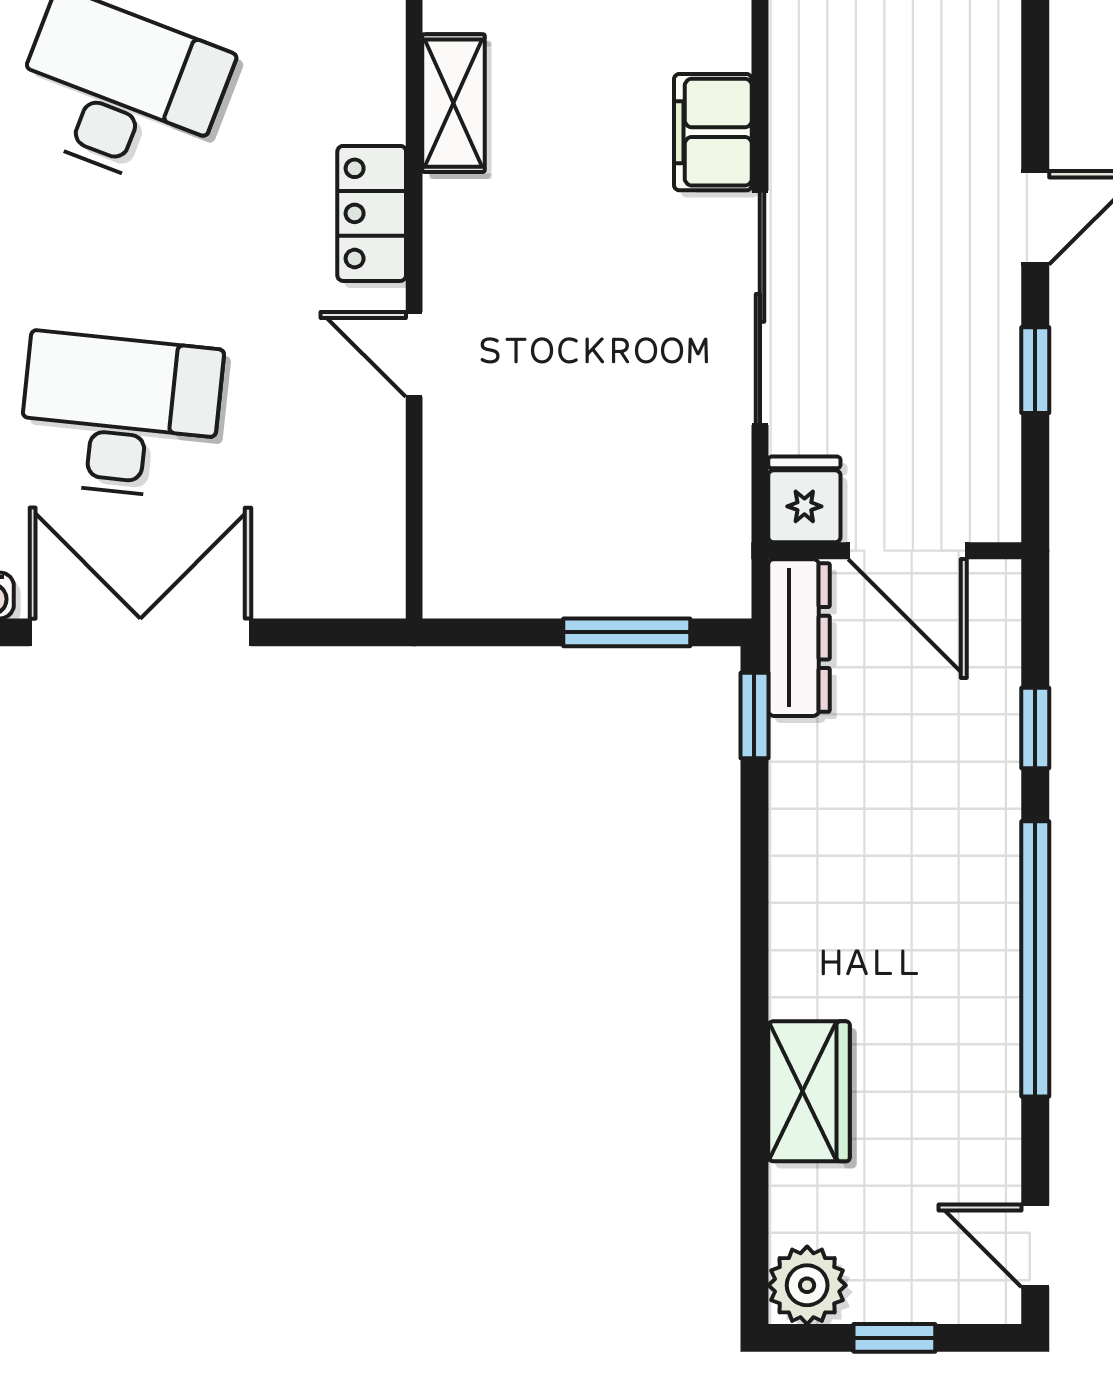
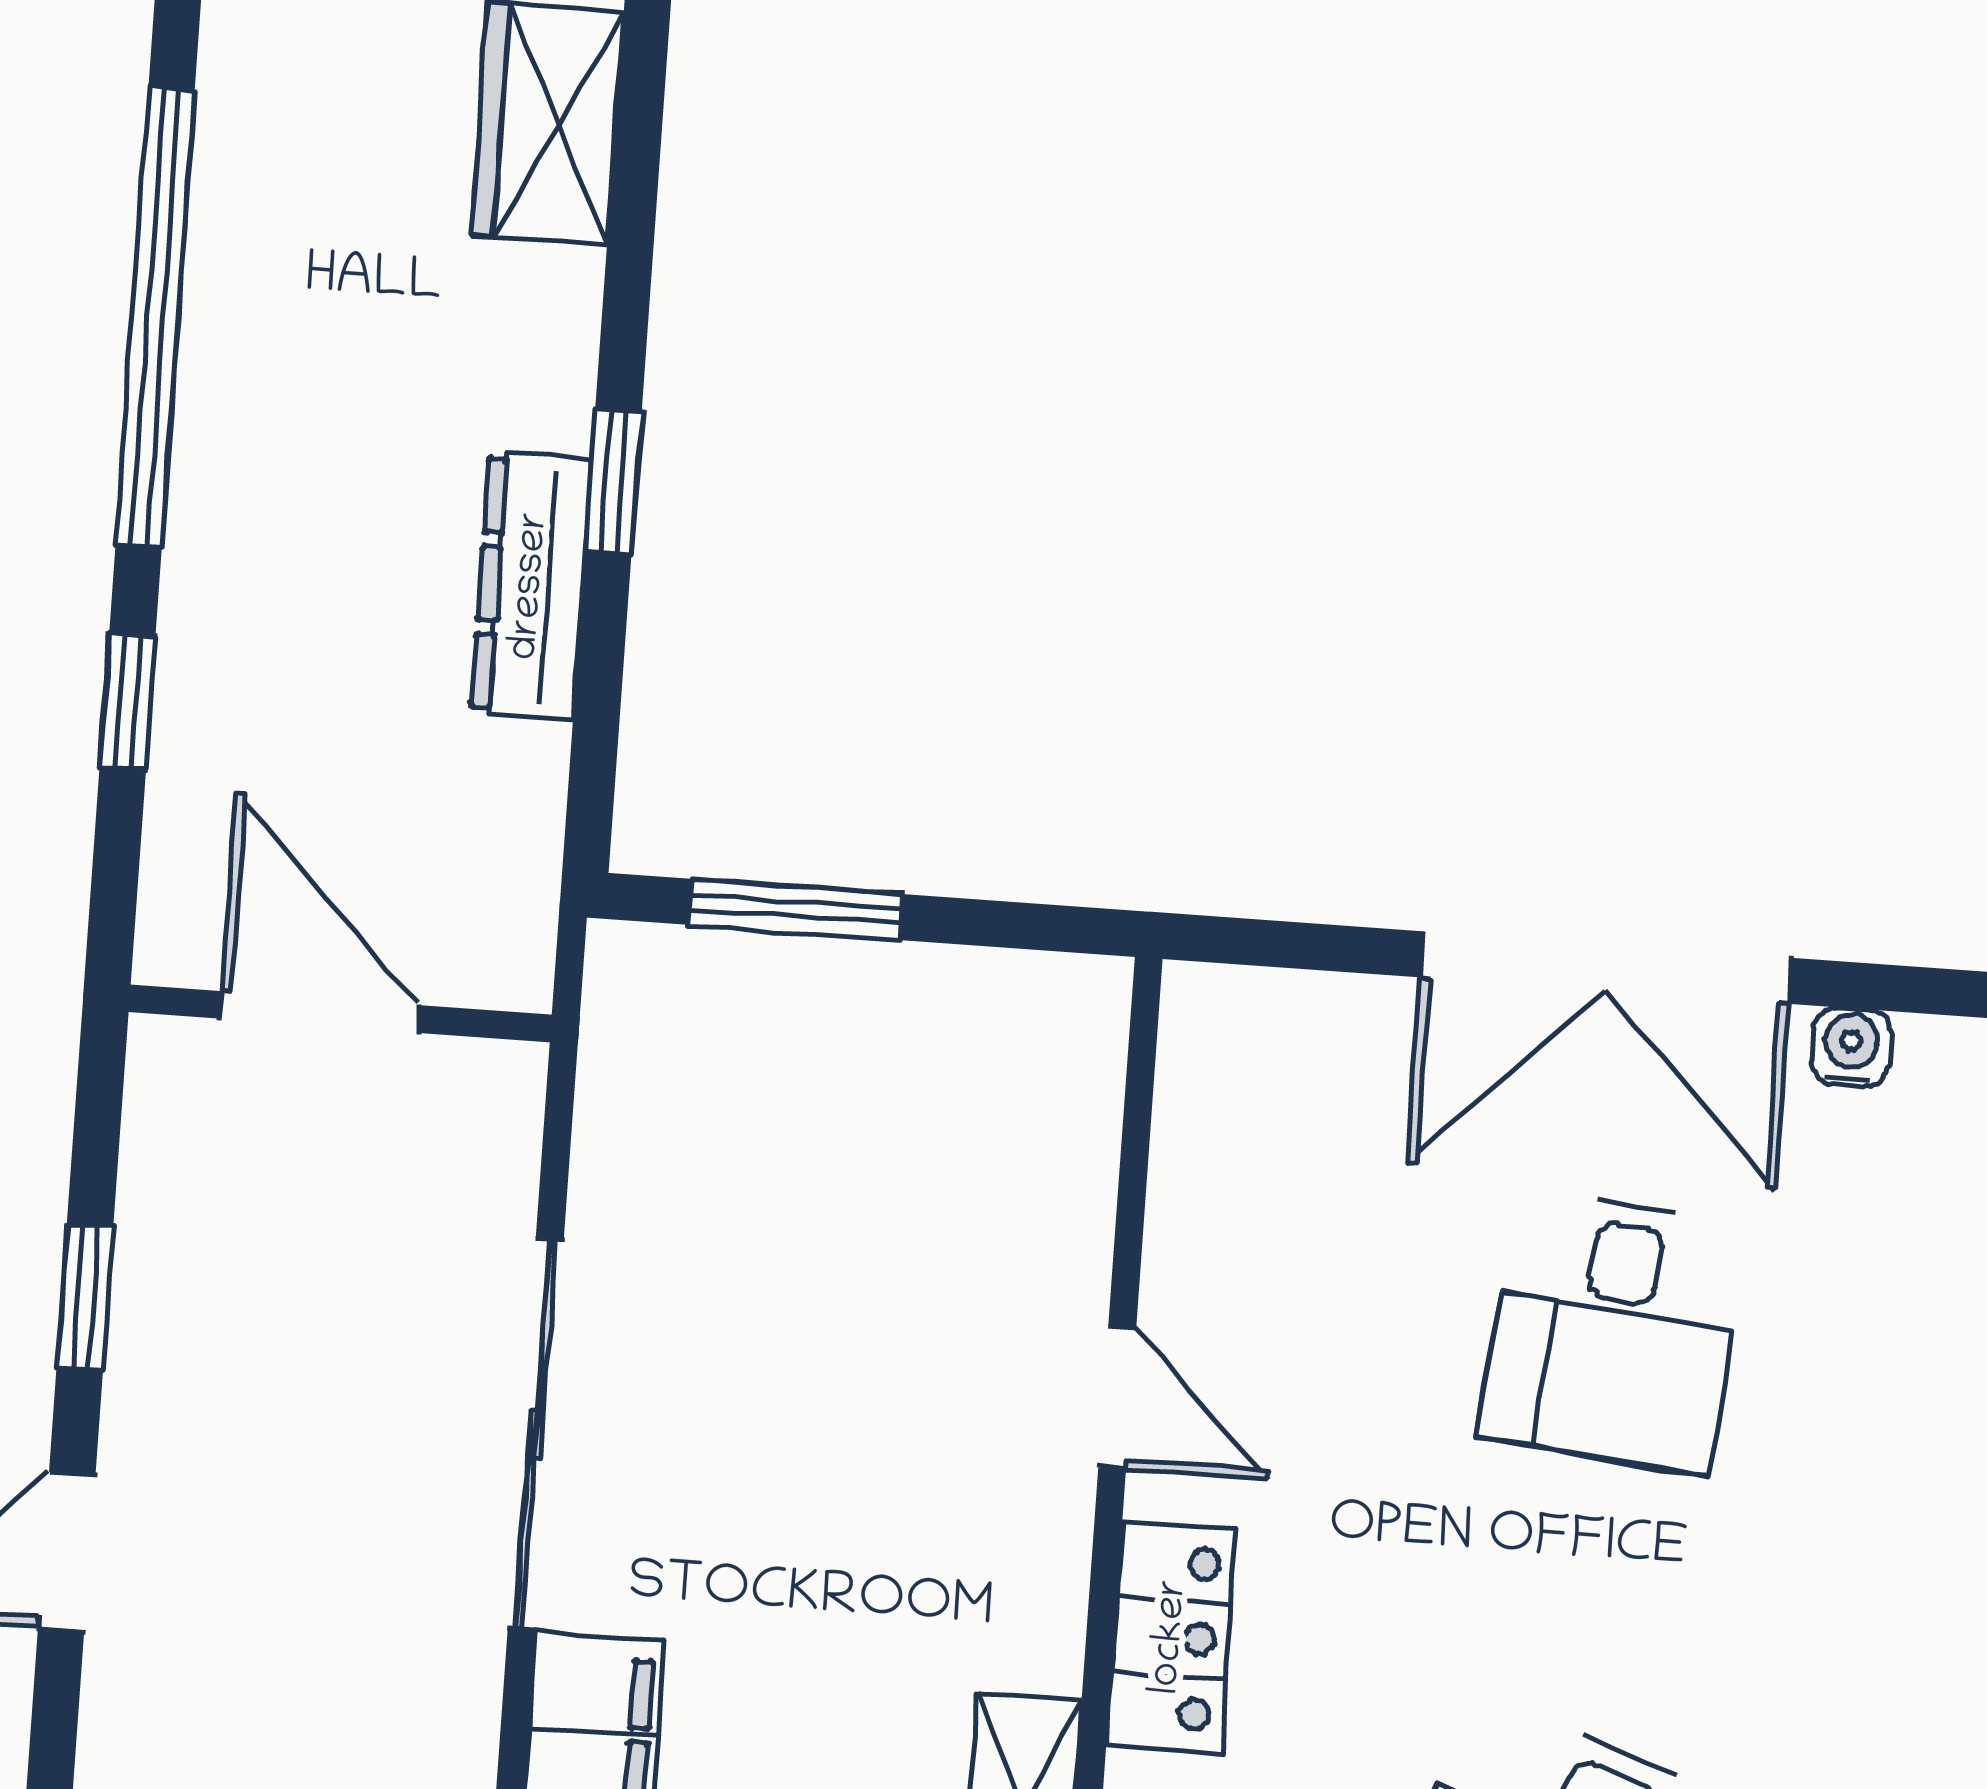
desk: (120, 415) -> (1614, 1331), width x0.73
fridge: (804, 499) -> (485, 1110), removed
dresser: (799, 638) -> (531, 586), moved
window: (754, 715) -> (613, 481), moved

